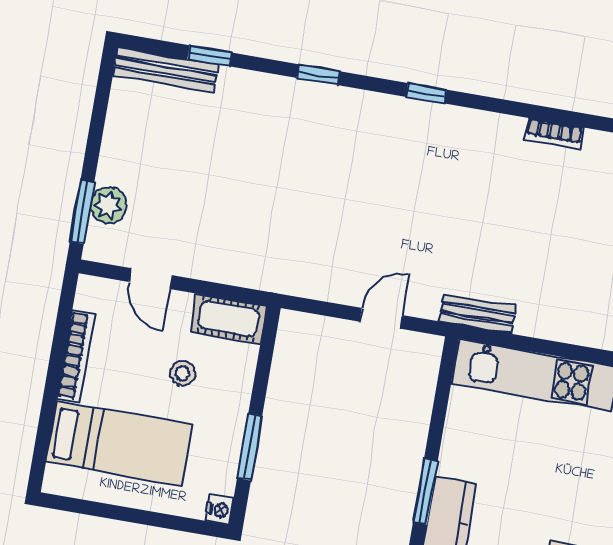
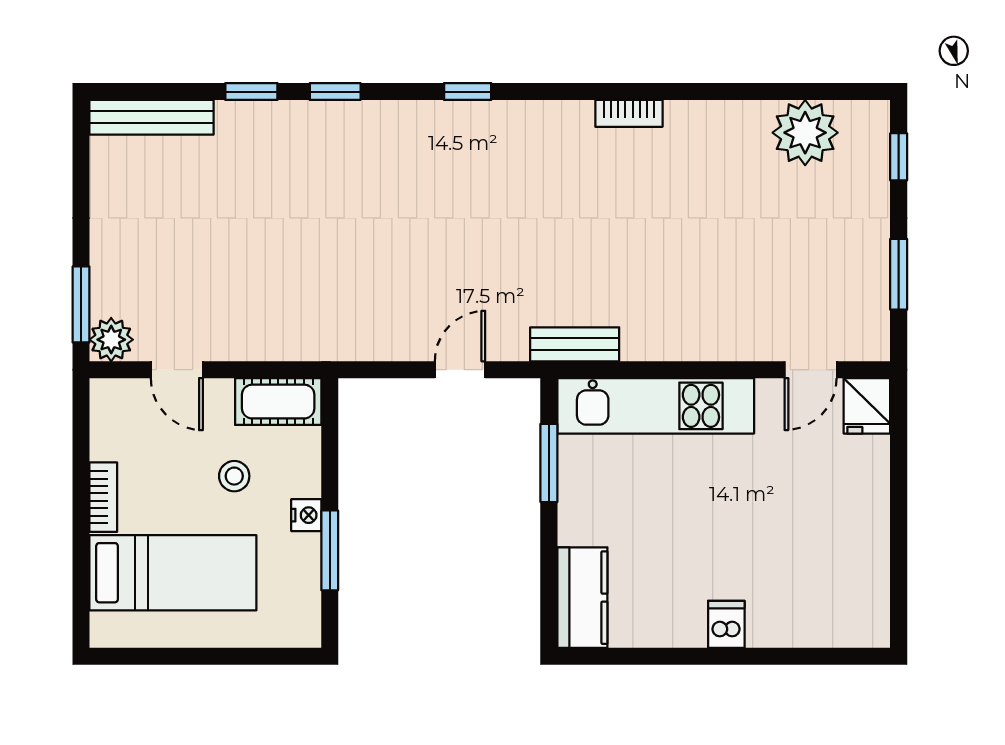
window: (210, 56) -> (251, 92), moved
plant: (108, 206) -> (111, 340), moved
bookcase: (76, 356) -> (103, 497), width x0.64
window: (425, 492) -> (549, 463), moved
nightstand: (219, 510) -> (306, 515), moved

